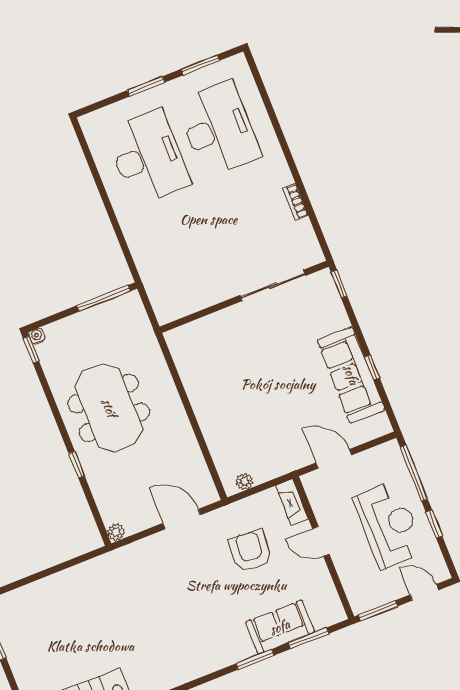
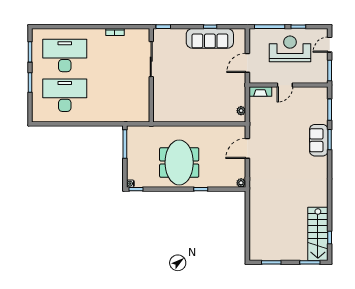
meeting table: (109, 408) -> (179, 163), turned 90
armchair: (250, 551) -> (276, 121), removed
sofa: (280, 627) -> (319, 140), moved

